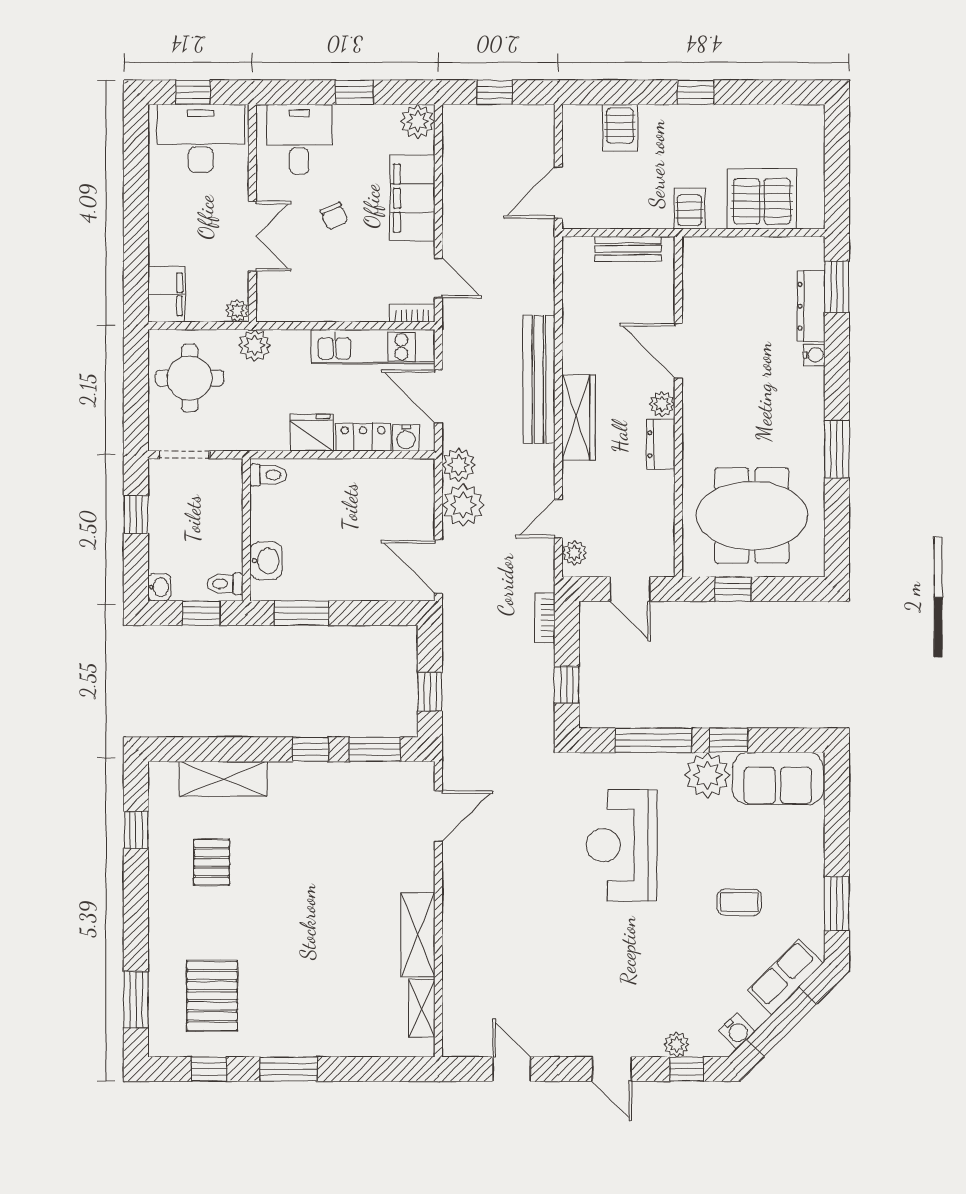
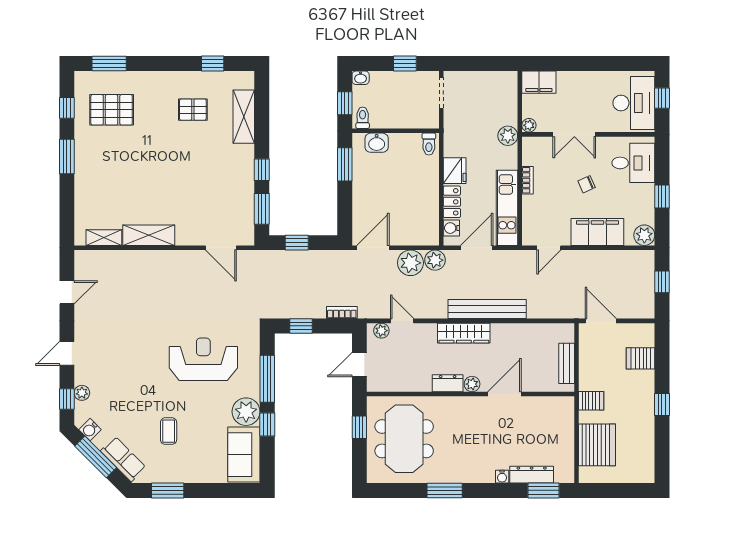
bookcase: (412, 313) -> (528, 180), moved
round table: (190, 378) -> (488, 96), removed

